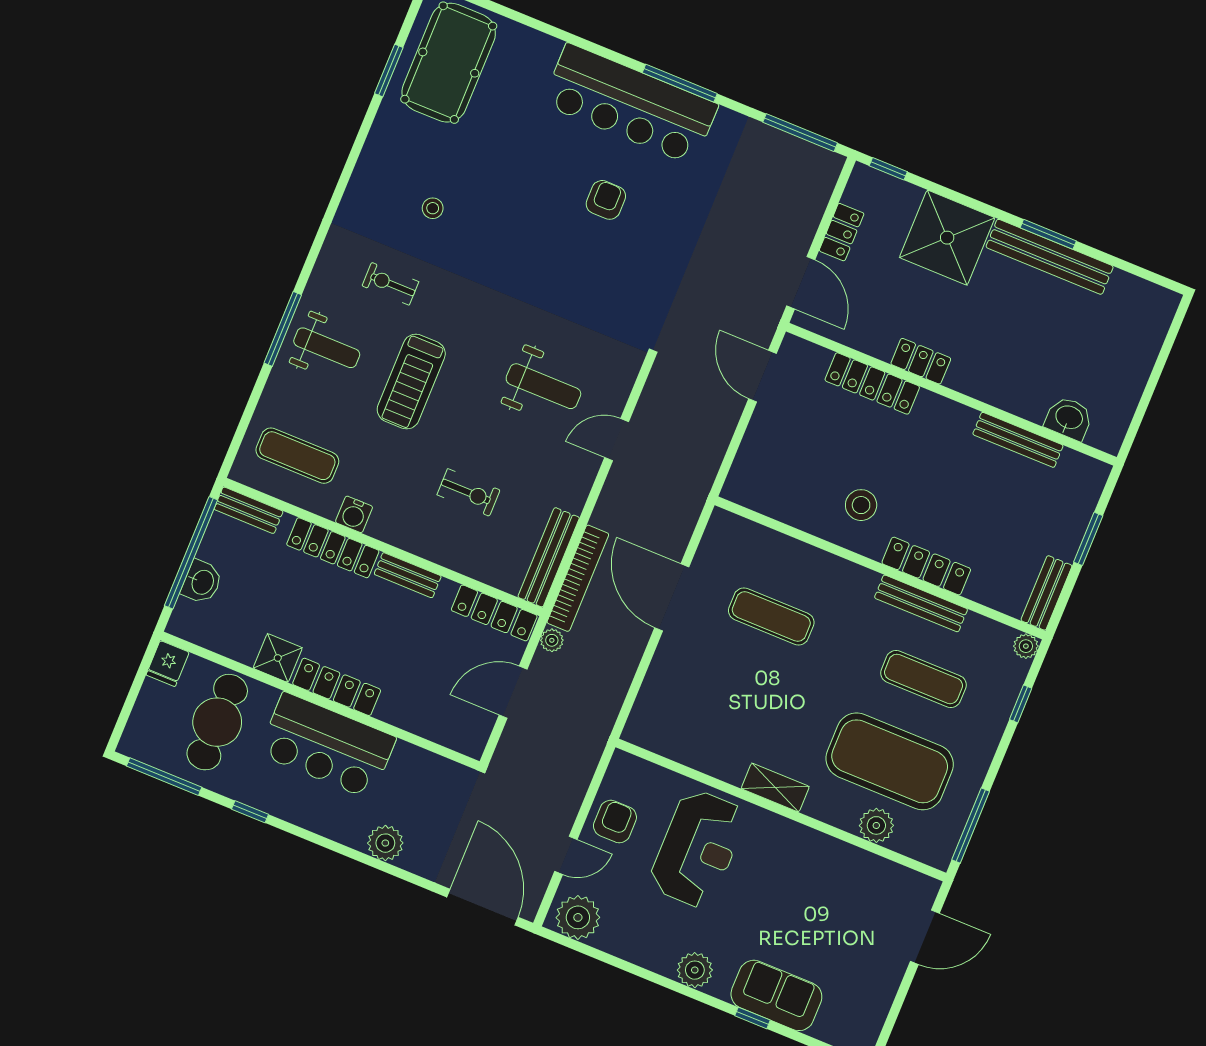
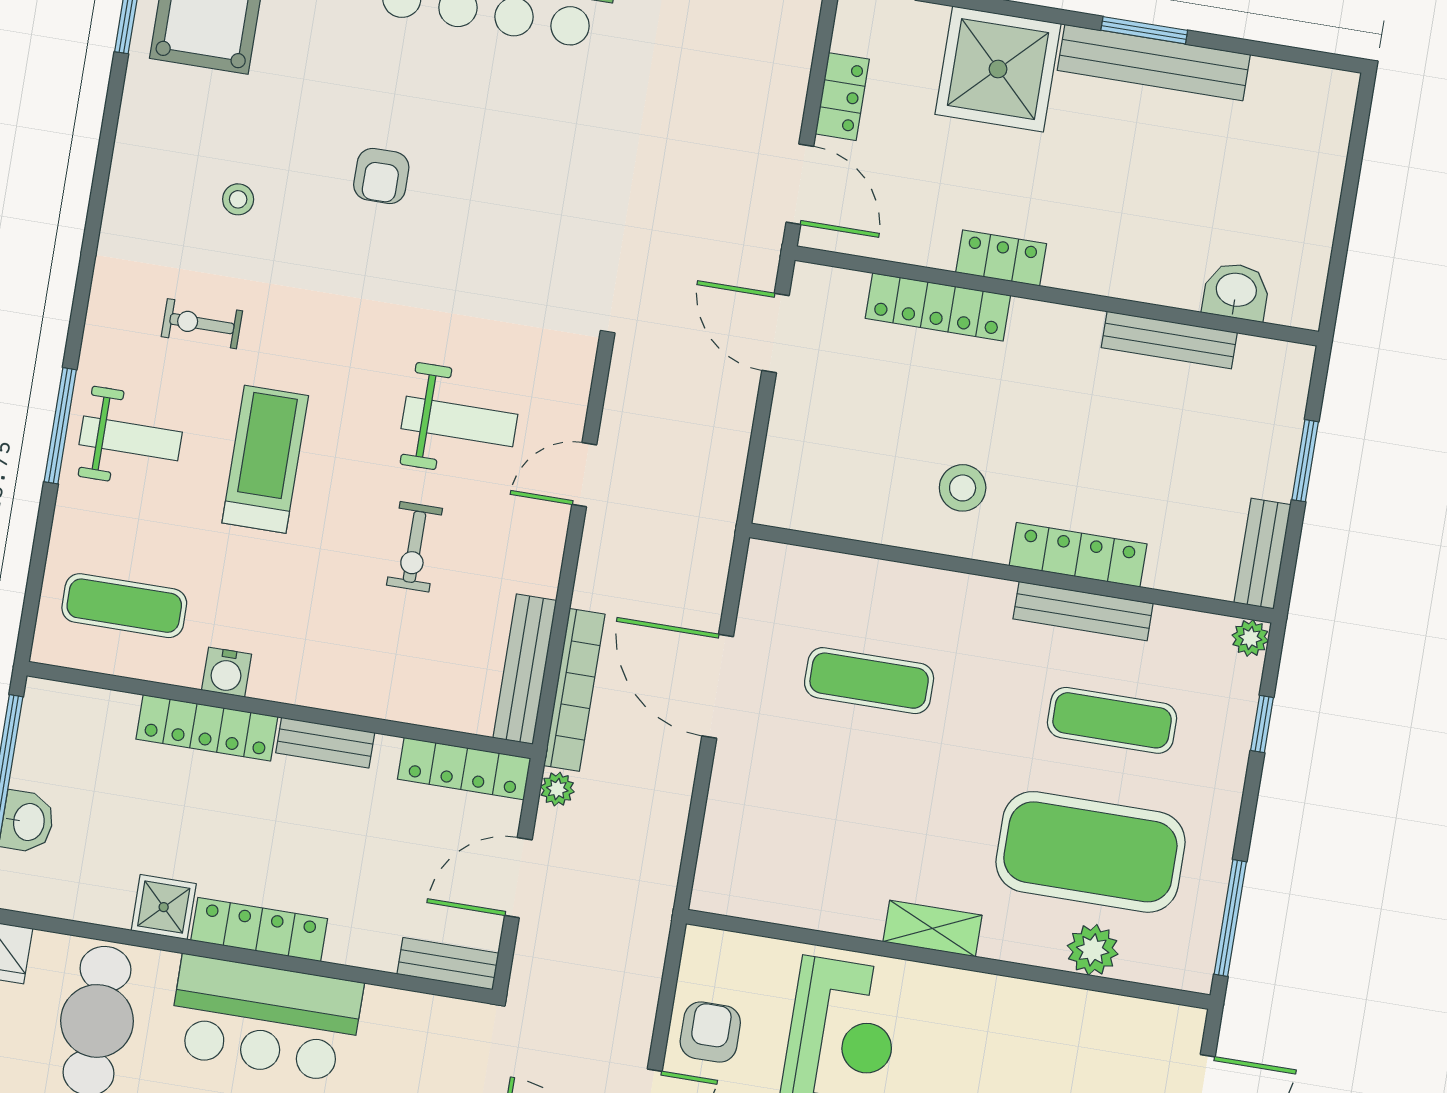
armchair: (606, 200) -> (381, 176), moved, turned 180
treadmill: (411, 382) -> (265, 459), turned 180
exercise bike: (468, 492) -> (415, 547), moved, turned 90
bench: (249, 510) -> (448, 964), moved

